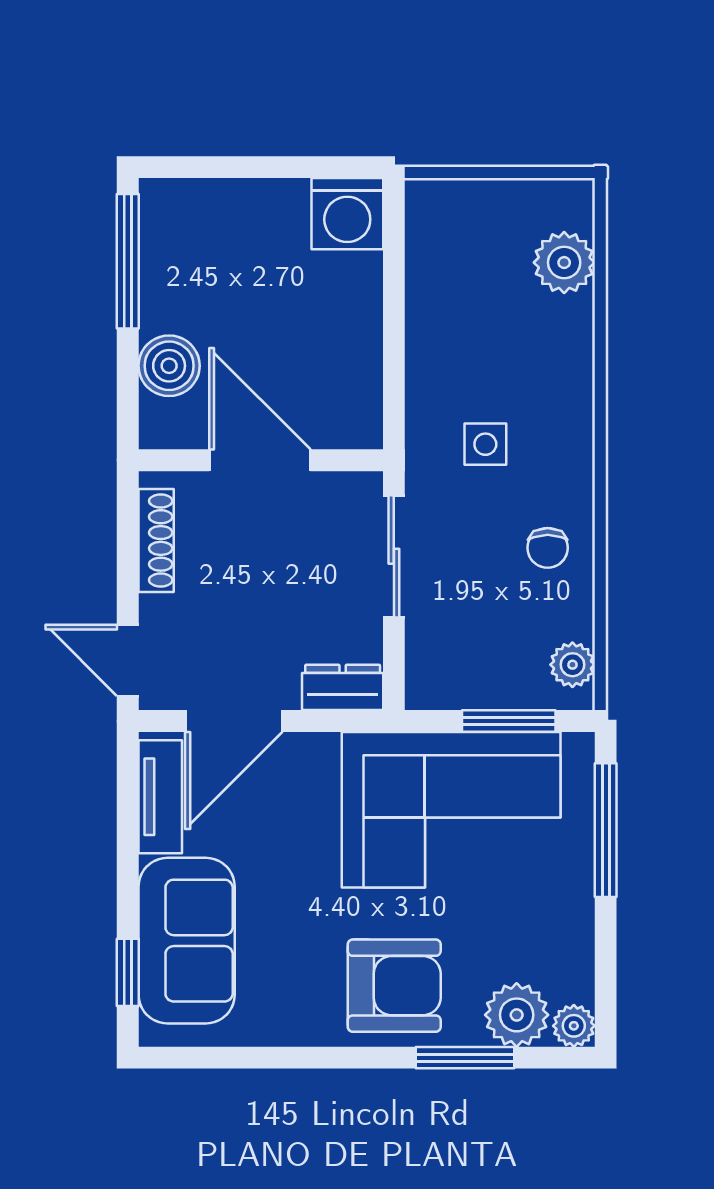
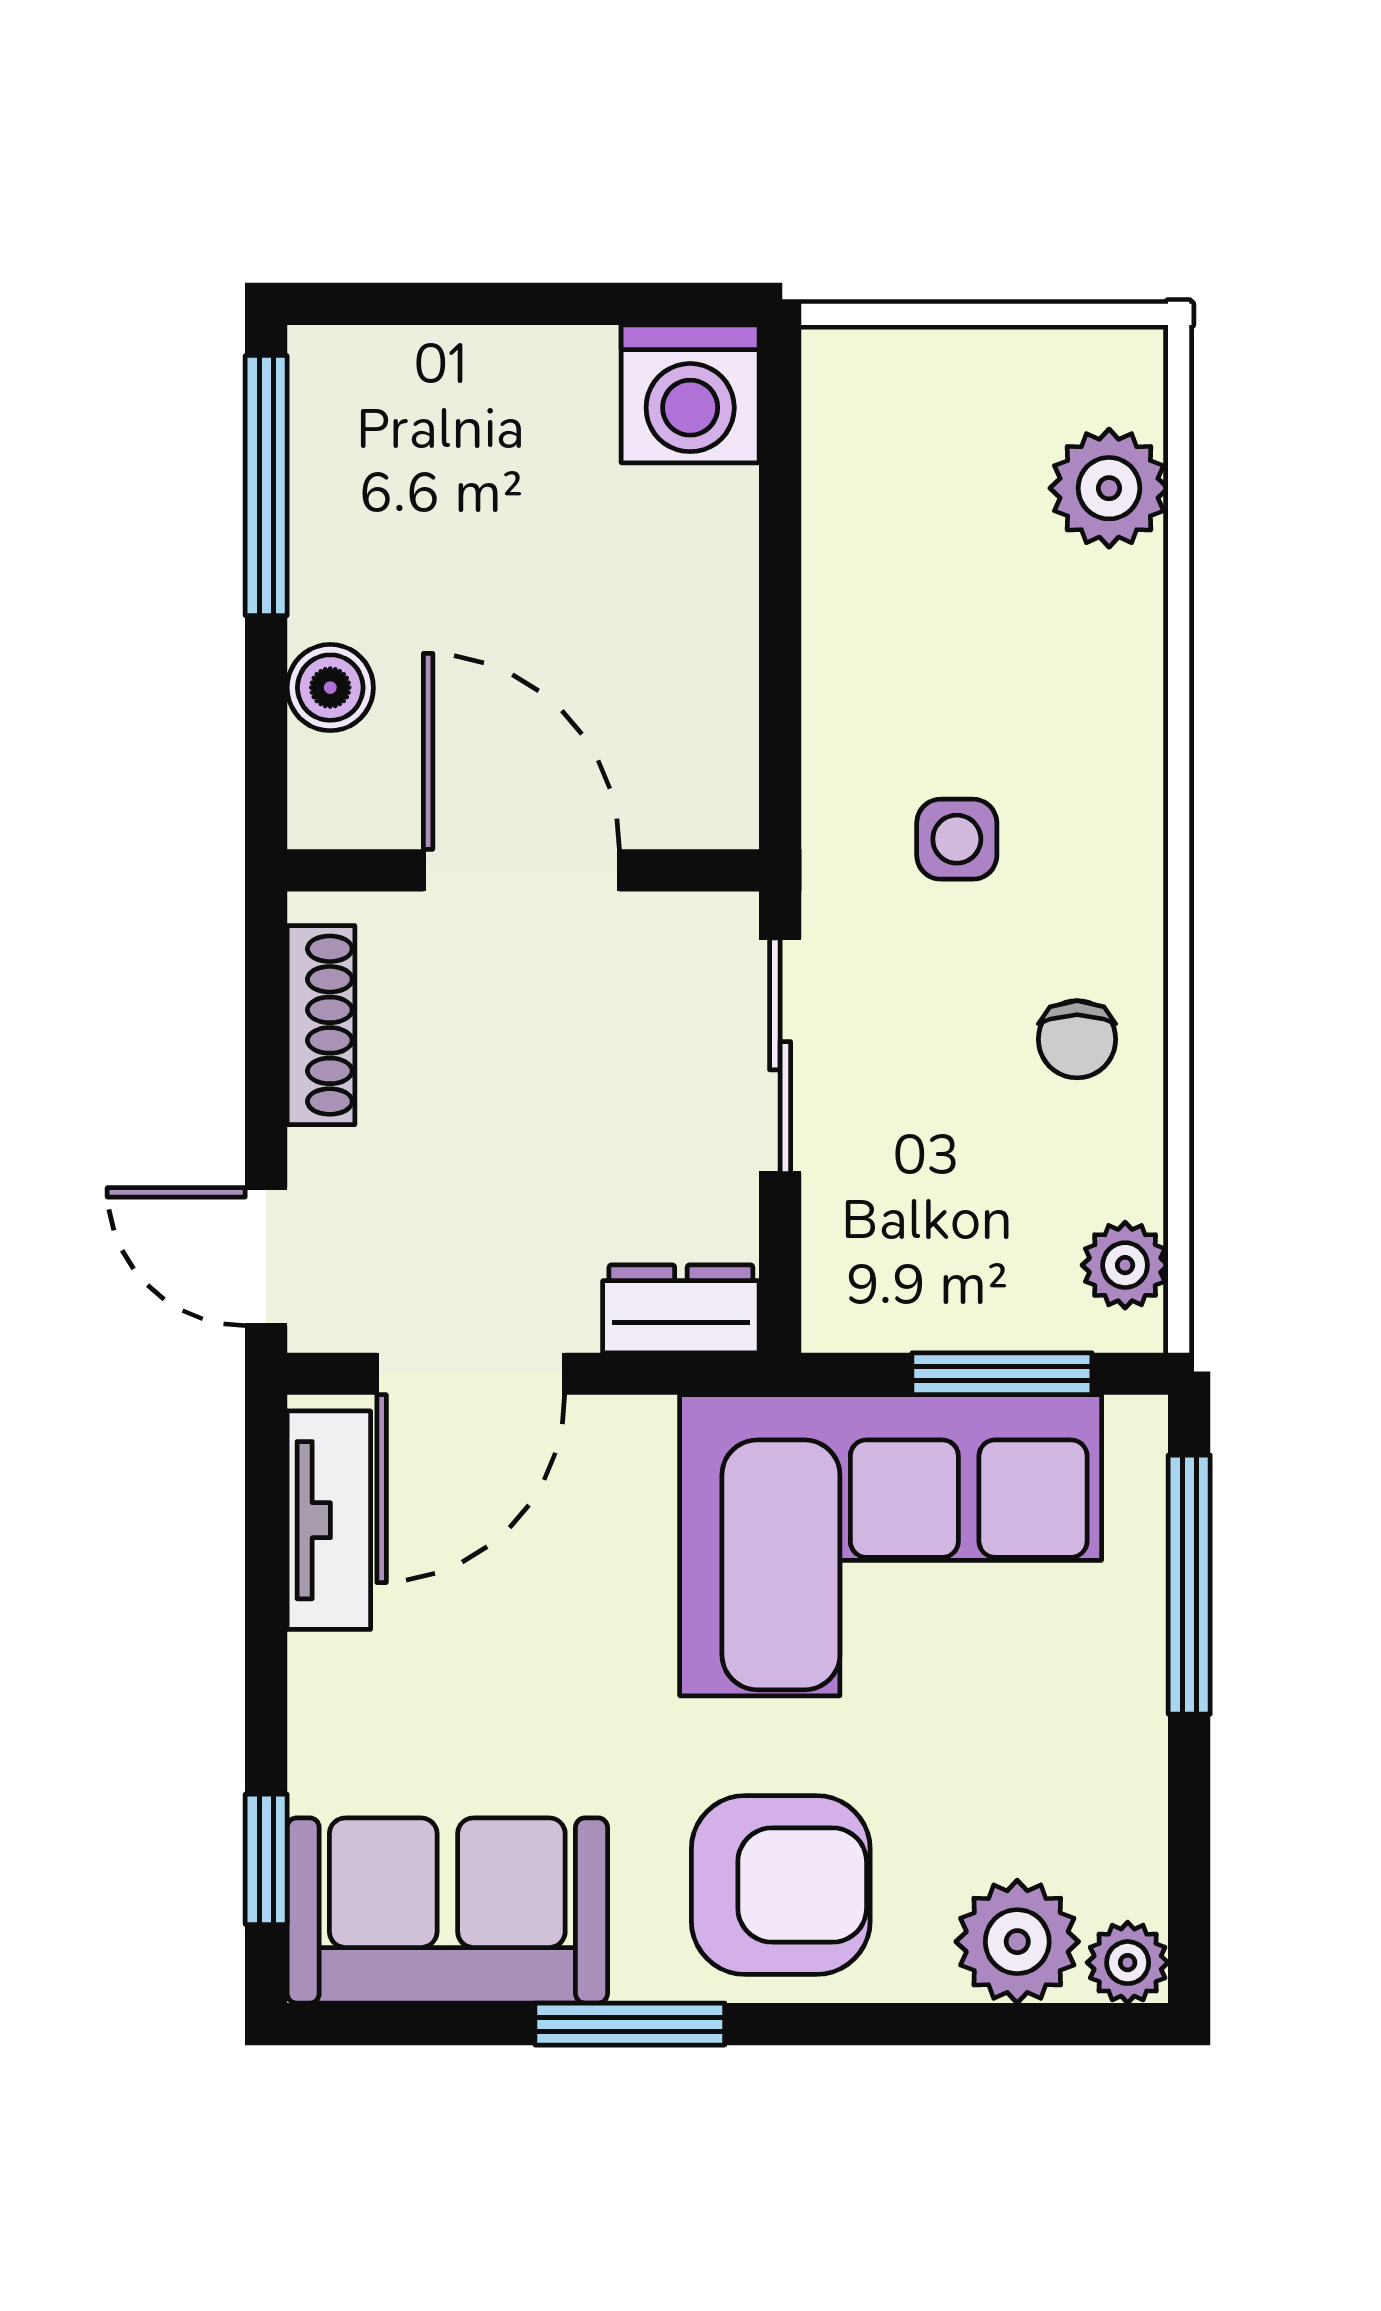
boiler: (169, 366) -> (330, 688), width x0.73, depth x0.73
sofa: (187, 941) -> (447, 1910), moved, turned -90
window: (465, 1058) -> (630, 2024), moved

